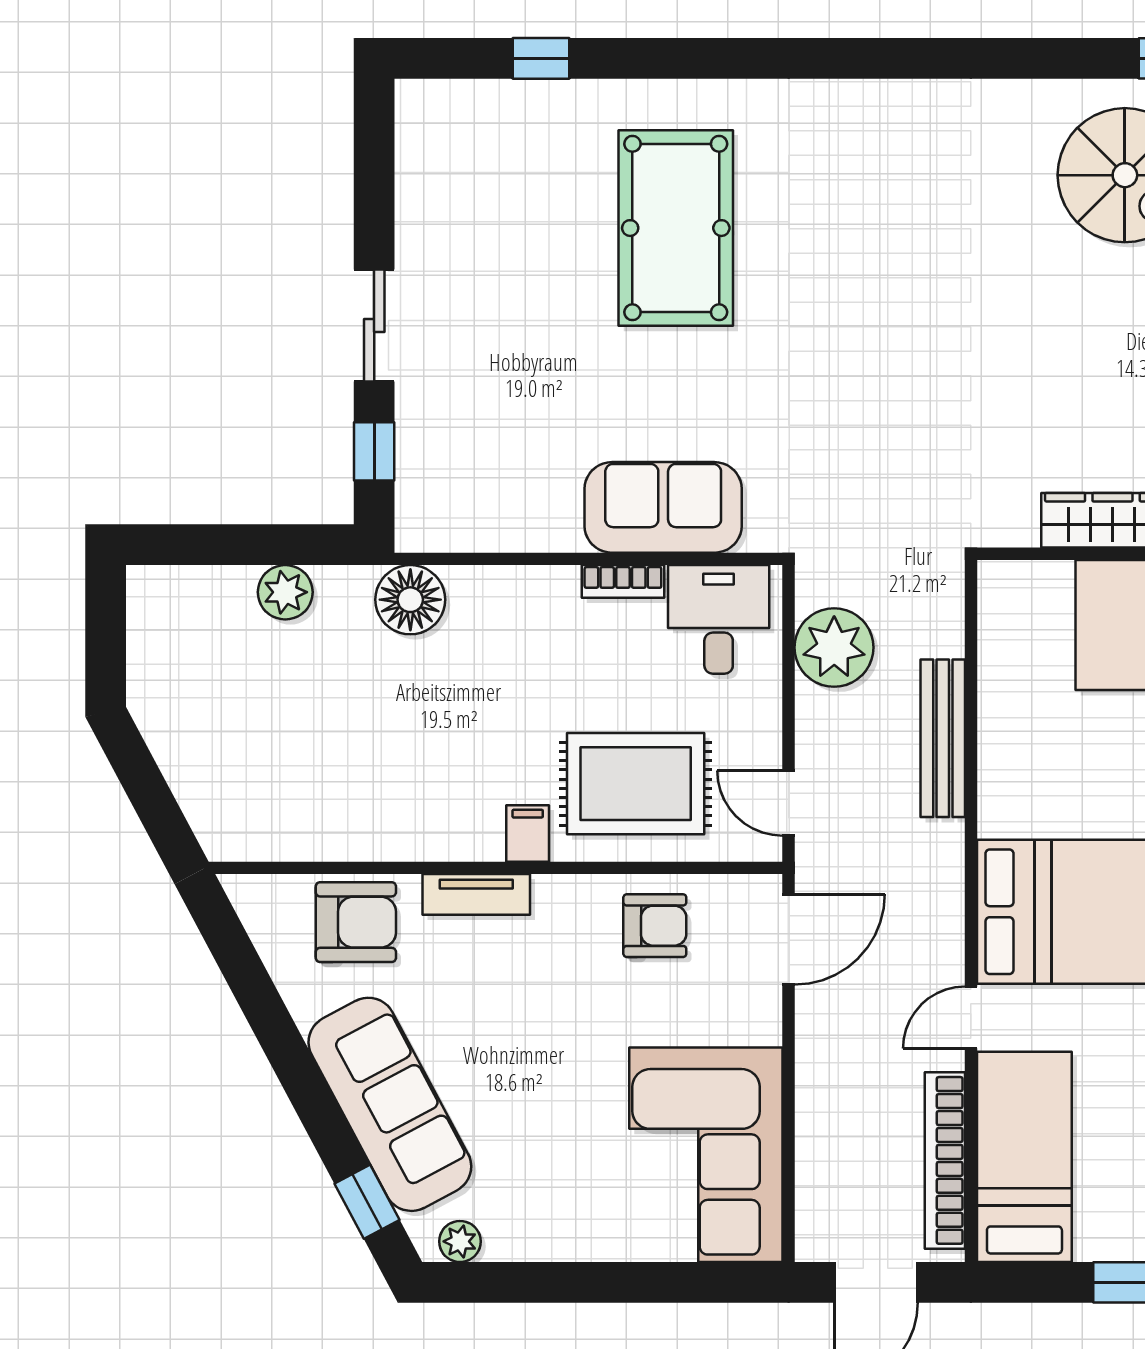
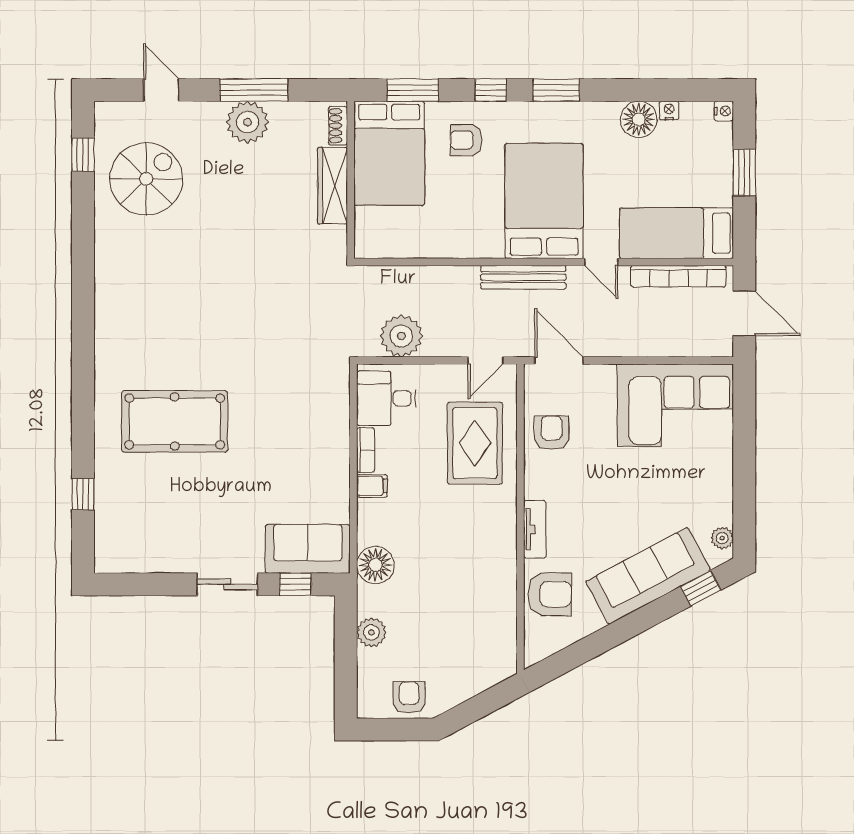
sofa: (663, 507) -> (308, 549), moved, turned 90
armchair: (164, 662) -> (409, 698), added
bench: (943, 738) -> (523, 277), moved
filing cabinet: (528, 833) -> (372, 486), moved, turned 180
armchair: (356, 922) -> (550, 594), turned 90

